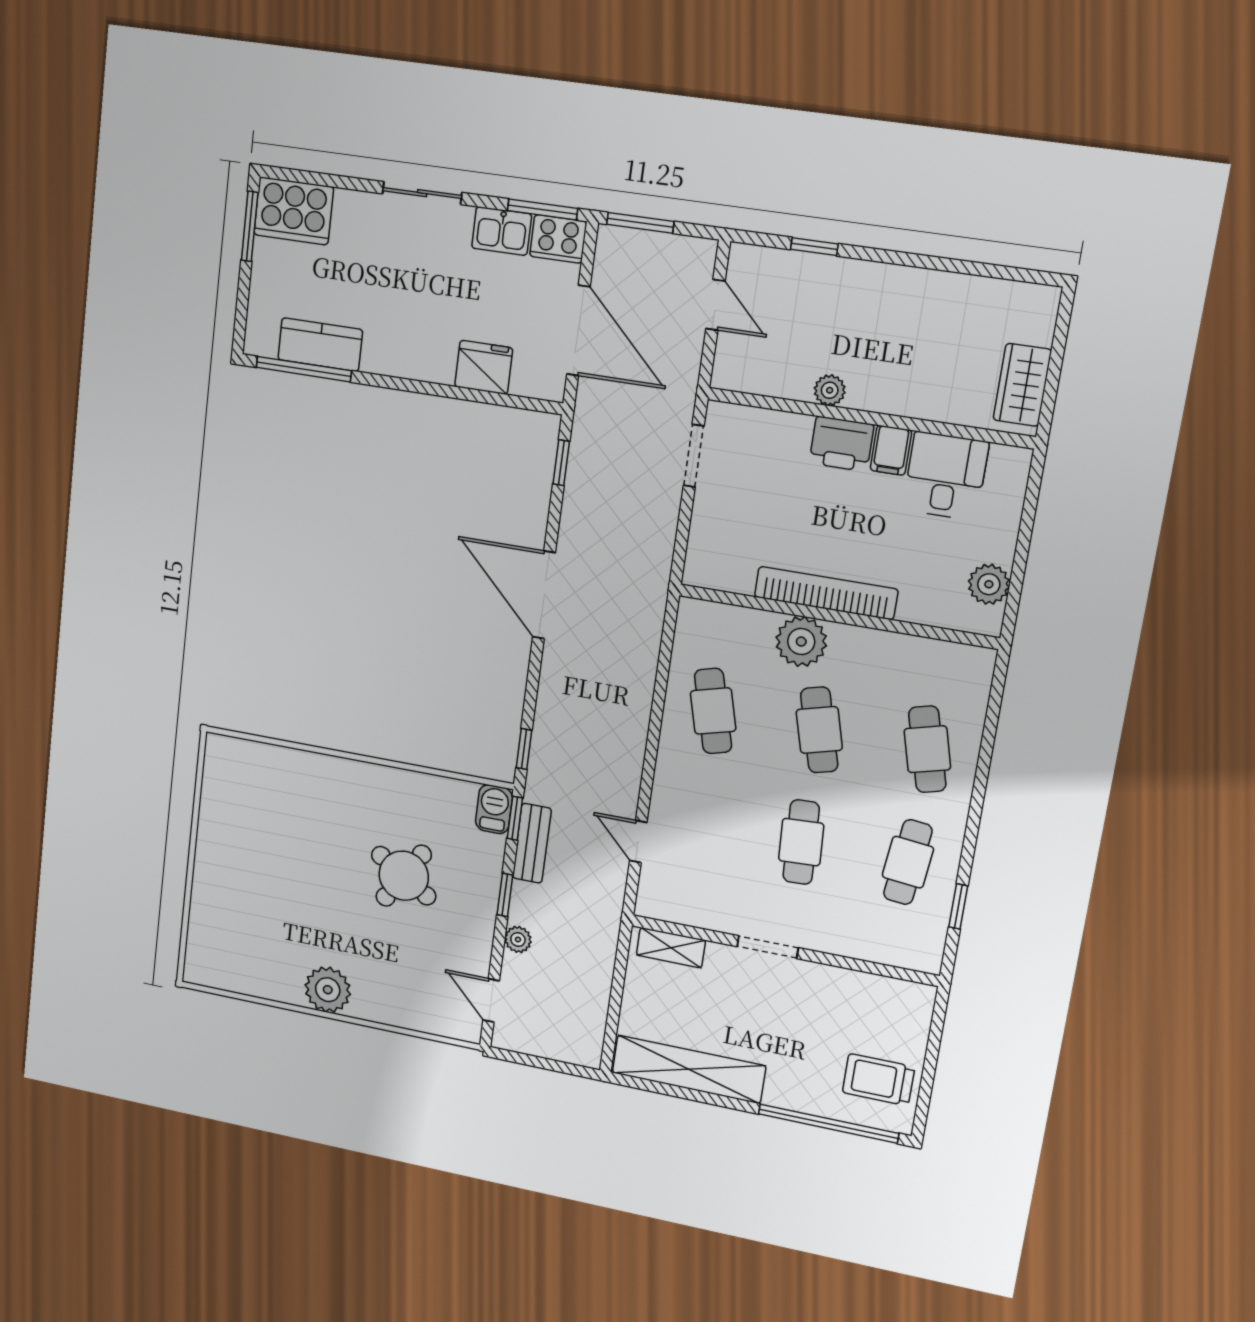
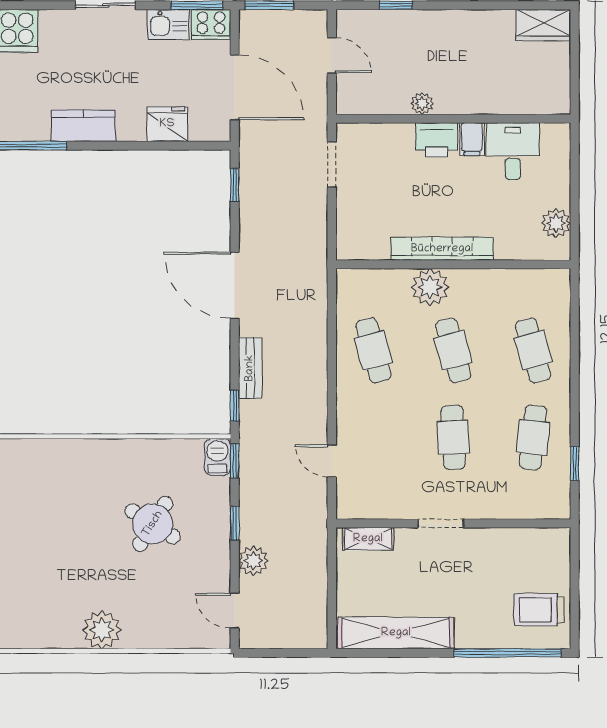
kitchen counter: (320, 345) -> (83, 126), moved
wardrobe: (1022, 385) -> (543, 25), moved, turned -90
bench: (532, 843) -> (250, 368), moved
plant: (518, 940) -> (253, 561), width x1.38, depth x1.38

